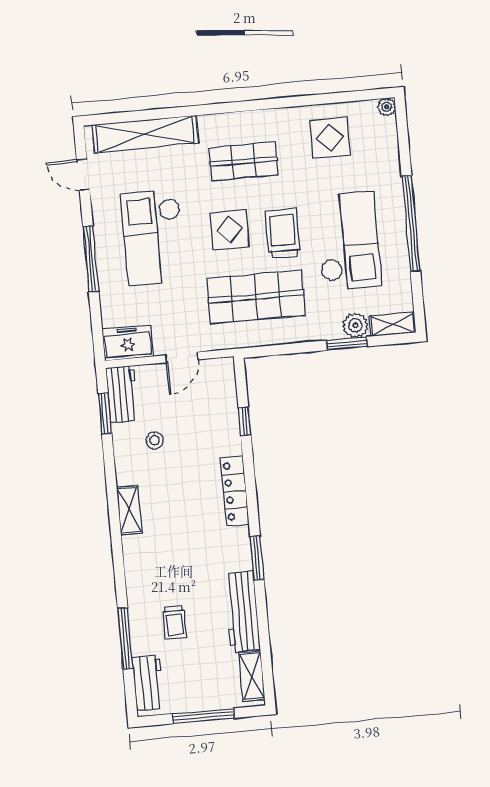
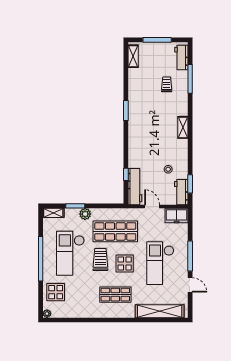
display table: (330, 138) -> (56, 292), moved
door: (83, 175) -> (190, 285), moved
trolley: (282, 234) -> (100, 259), turned 180
checkout: (153, 238) -> (160, 263), turned 180
plant: (355, 325) -> (85, 214), moved
door: (182, 357) -> (152, 207), hinge flipped
locker: (235, 491) -> (133, 142), removed
shelving: (129, 510) -> (183, 127), moved
workbench: (242, 611) -> (135, 187), moved

